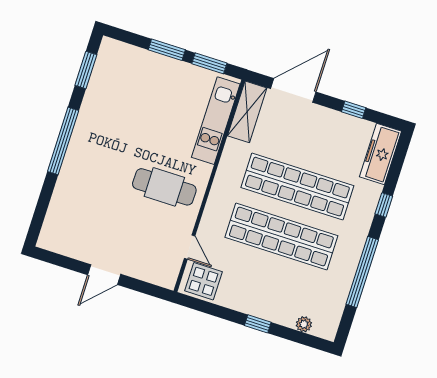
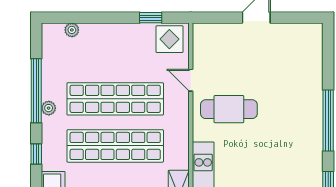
door: (190, 247) -> (191, 80), moved
plant: (355, 249) -> (49, 108), added
window: (258, 324) -> (151, 18), moved

